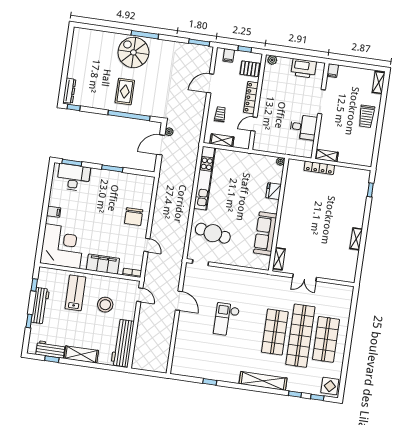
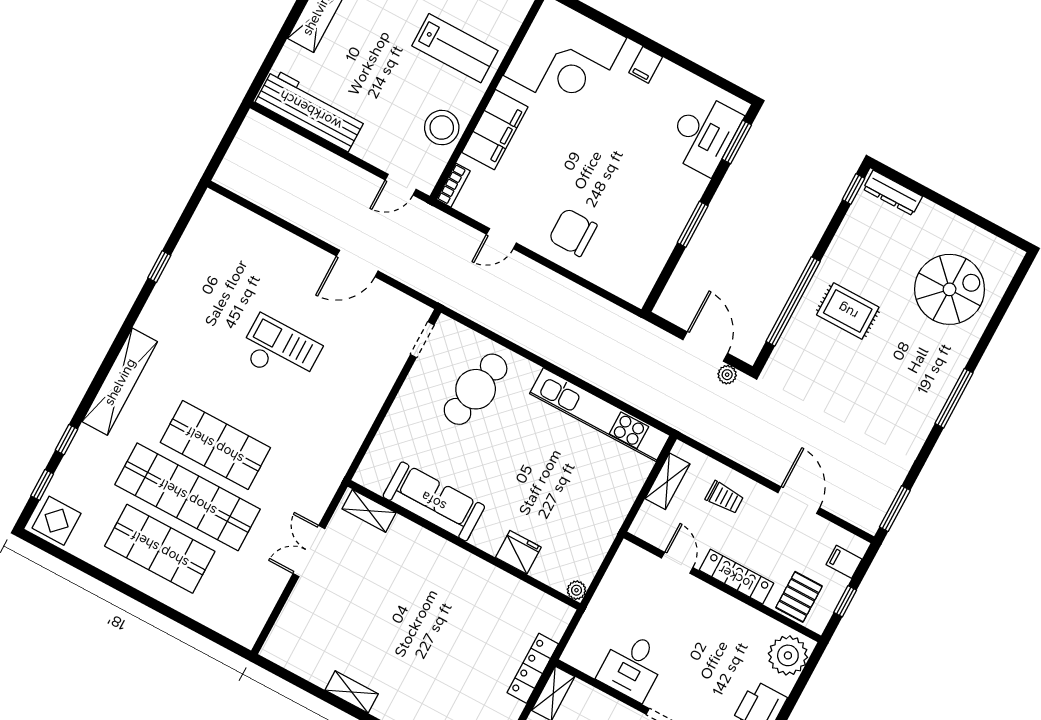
spiral stairs: (133, 52) -> (950, 289), moved
plant: (272, 60) -> (788, 655), width x1.88, depth x1.88
stool: (105, 305) -> (442, 128), moved

